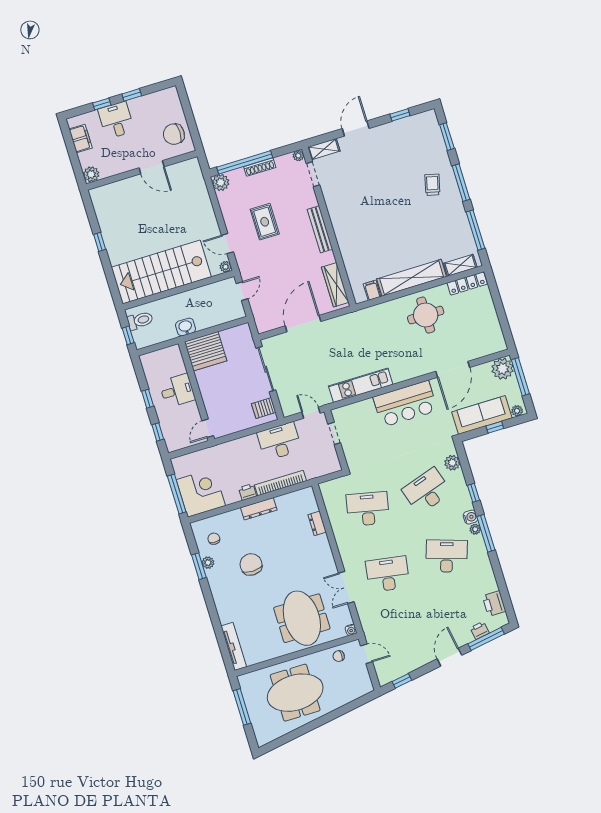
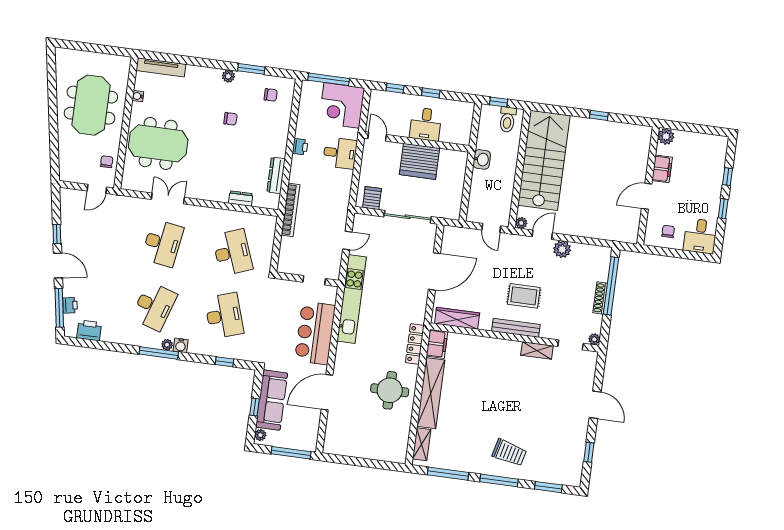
desk: (116, 120) -> (700, 236), moved, turned 90
chair: (174, 134) -> (668, 231), width x0.54, depth x0.54
filing cabinet: (81, 138) -> (662, 169), moved, turned -90
shelving: (324, 149) -> (537, 350), moved, turned 90
plant: (221, 182) -> (562, 249), moved
trolley: (432, 185) -> (509, 453), width x1.36, depth x1.39
rug: (265, 222) -> (524, 296), moved
locker: (467, 283) -> (415, 344), moved
filing cabinet: (372, 290) -> (437, 344), width x2.00
door: (303, 324) -> (434, 271), hinge flipped
server rack: (206, 351) -> (419, 161), moved, turned -90
door: (453, 369) -> (327, 392), hinge flipped
plant: (503, 369) -> (306, 439), removed
kitchen unit: (361, 385) -> (352, 299), width x1.36
doorway: (334, 433) -> (314, 280), moved
wall: (336, 440) -> (307, 279), moved
desk: (279, 441) -> (340, 153), moved, width x0.73
plant: (452, 463) -> (239, 352), removed
bookcase: (281, 483) -> (291, 210), moved
corner desk: (201, 493) -> (342, 105), moved, turned 90
window: (474, 493) -> (225, 362), moved
dresser: (259, 509) -> (276, 175), moved
desk: (368, 509) -> (232, 252), turned -33
plant: (208, 563) -> (228, 76), moved
chair: (251, 564) -> (230, 119), width x0.54, depth x0.54
water cooler: (351, 630) -> (138, 96), moved
window: (402, 681) -> (57, 234), moved
window: (242, 707) -> (101, 49), removed

